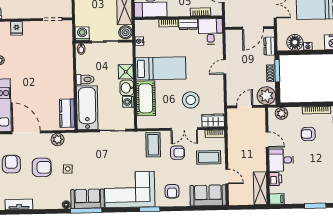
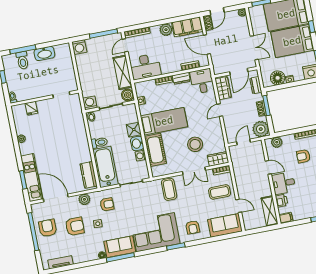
wardrobe: (233, 43) -> (223, 88), added
armchair: (177, 153) -> (107, 204), moved

